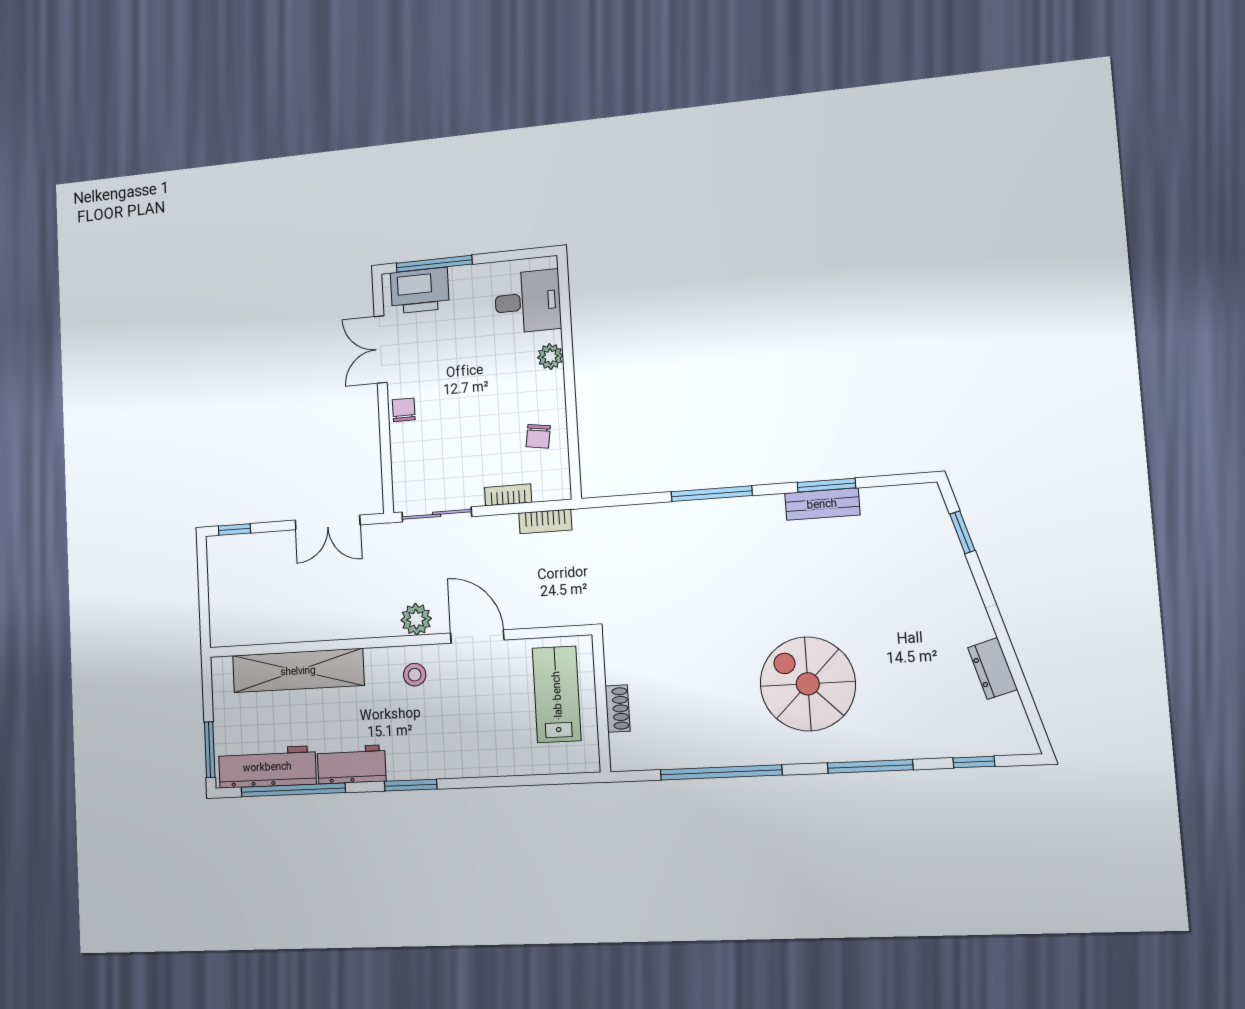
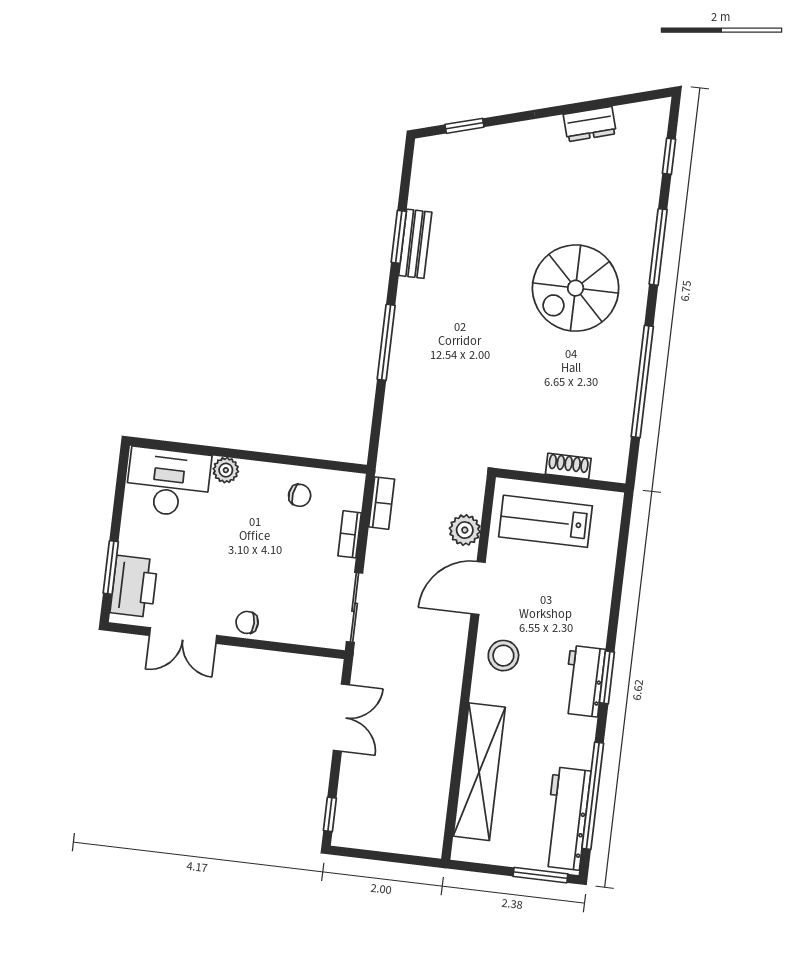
window: (434, 264) -> (111, 567), width x0.69
desk: (528, 302) -> (168, 482), width x1.37
plant: (416, 619) -> (465, 530), moved
stool: (415, 675) -> (503, 656), width x1.37, depth x1.37
workbench: (351, 764) -> (584, 681), moved

